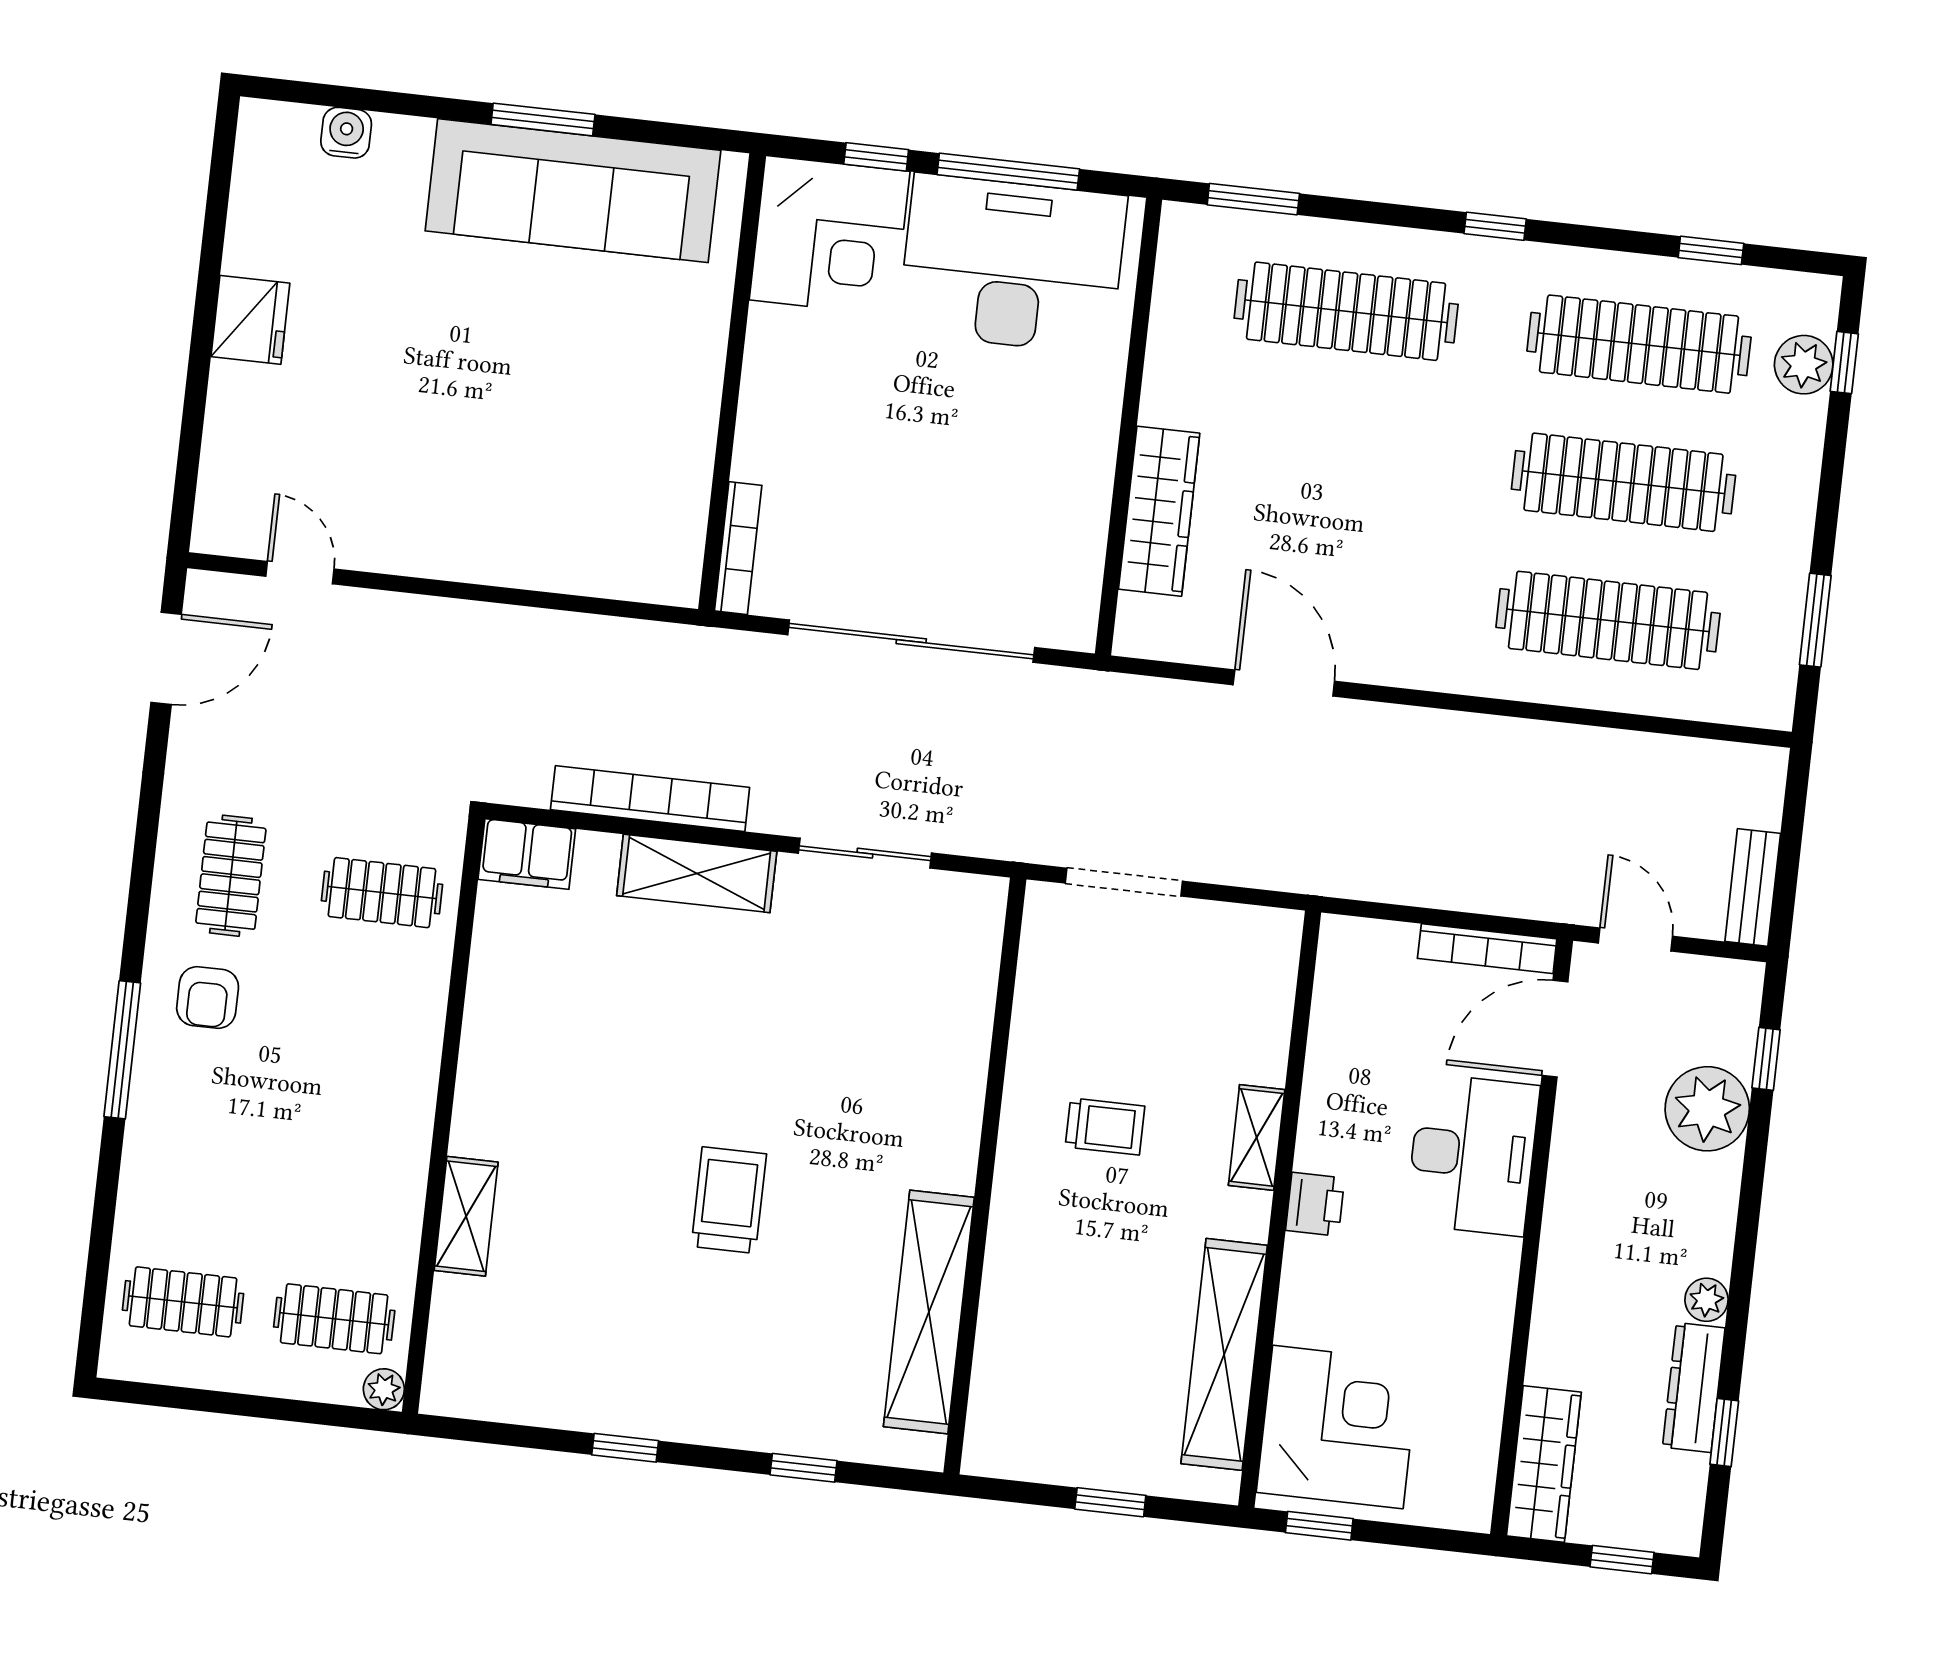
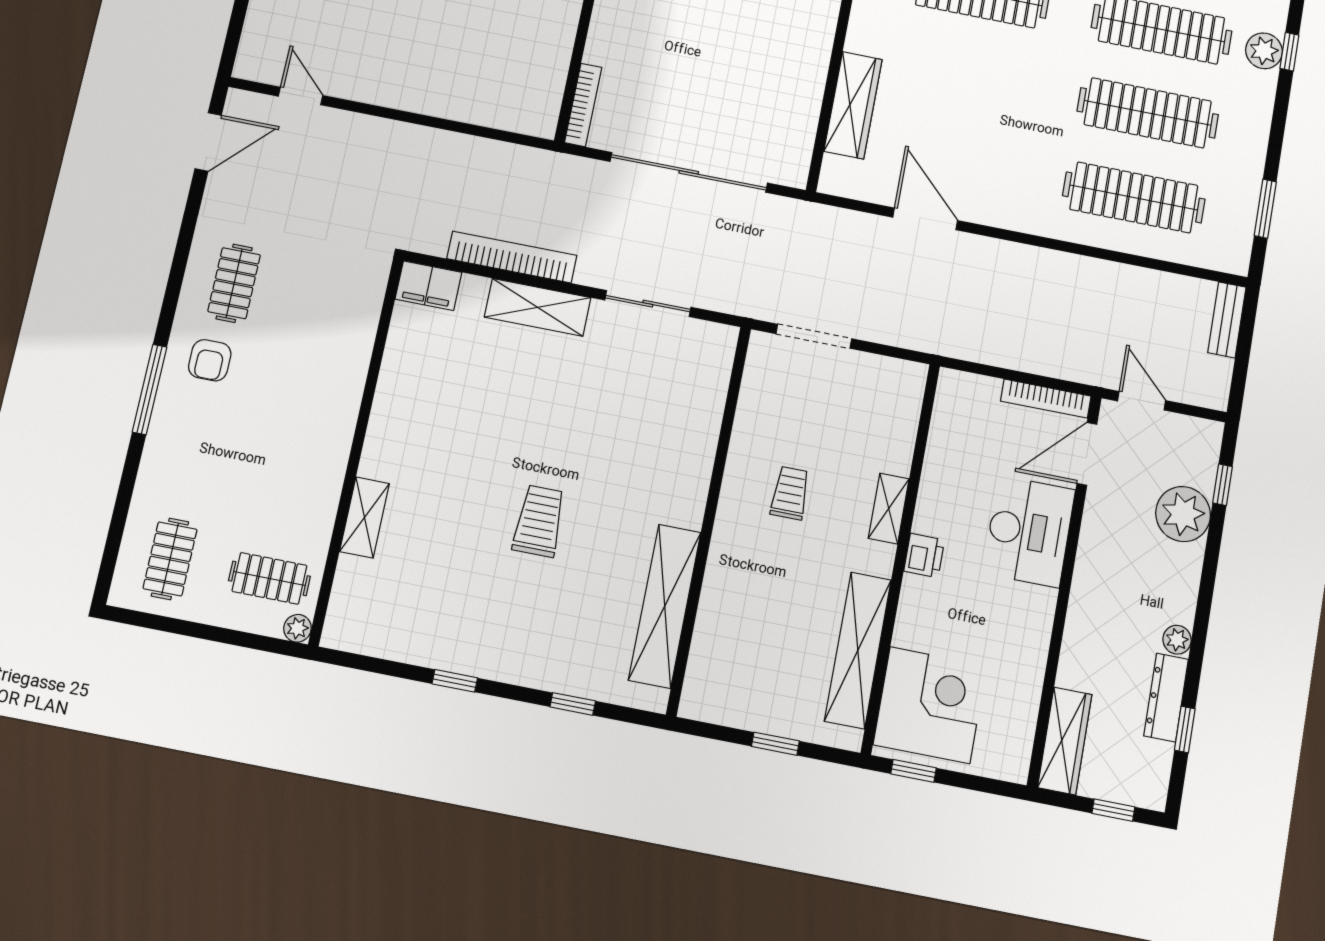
bench: (1753, 887) -> (1227, 320), moved
clothes rail: (382, 893) -> (331, 302), removed
trolley: (1105, 1126) -> (790, 493), turned -90
clothes rail: (183, 1302) -> (170, 559), turned 90

